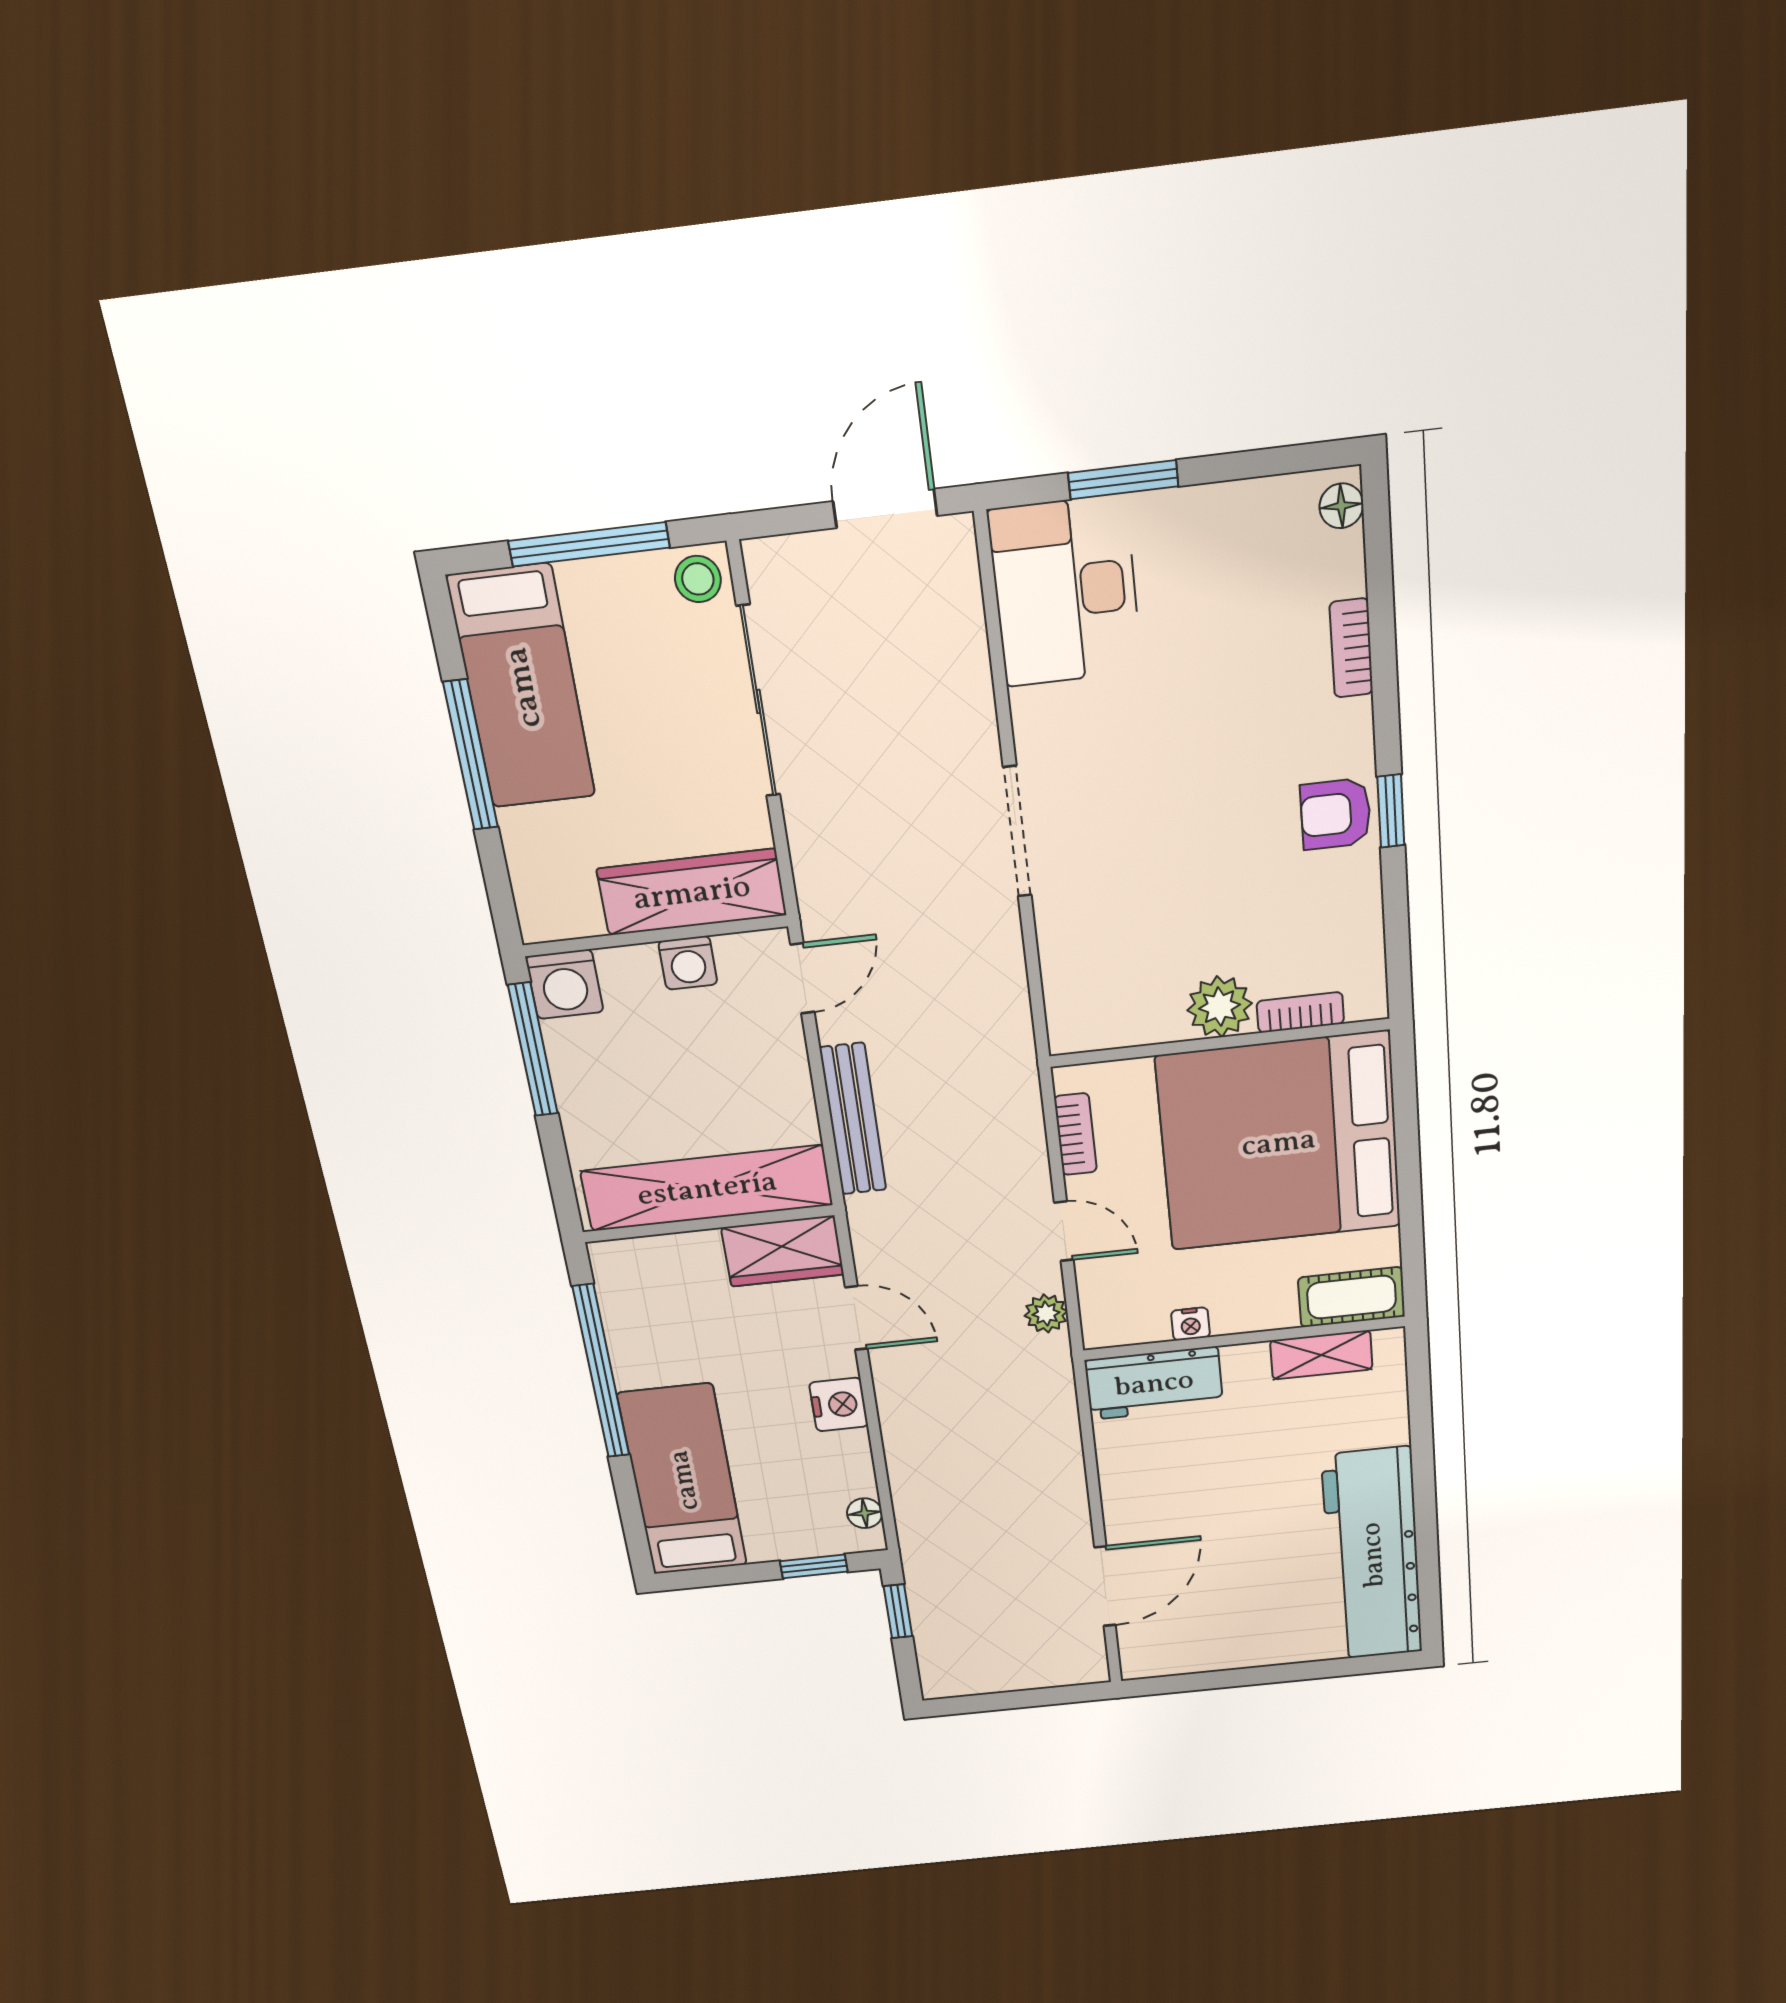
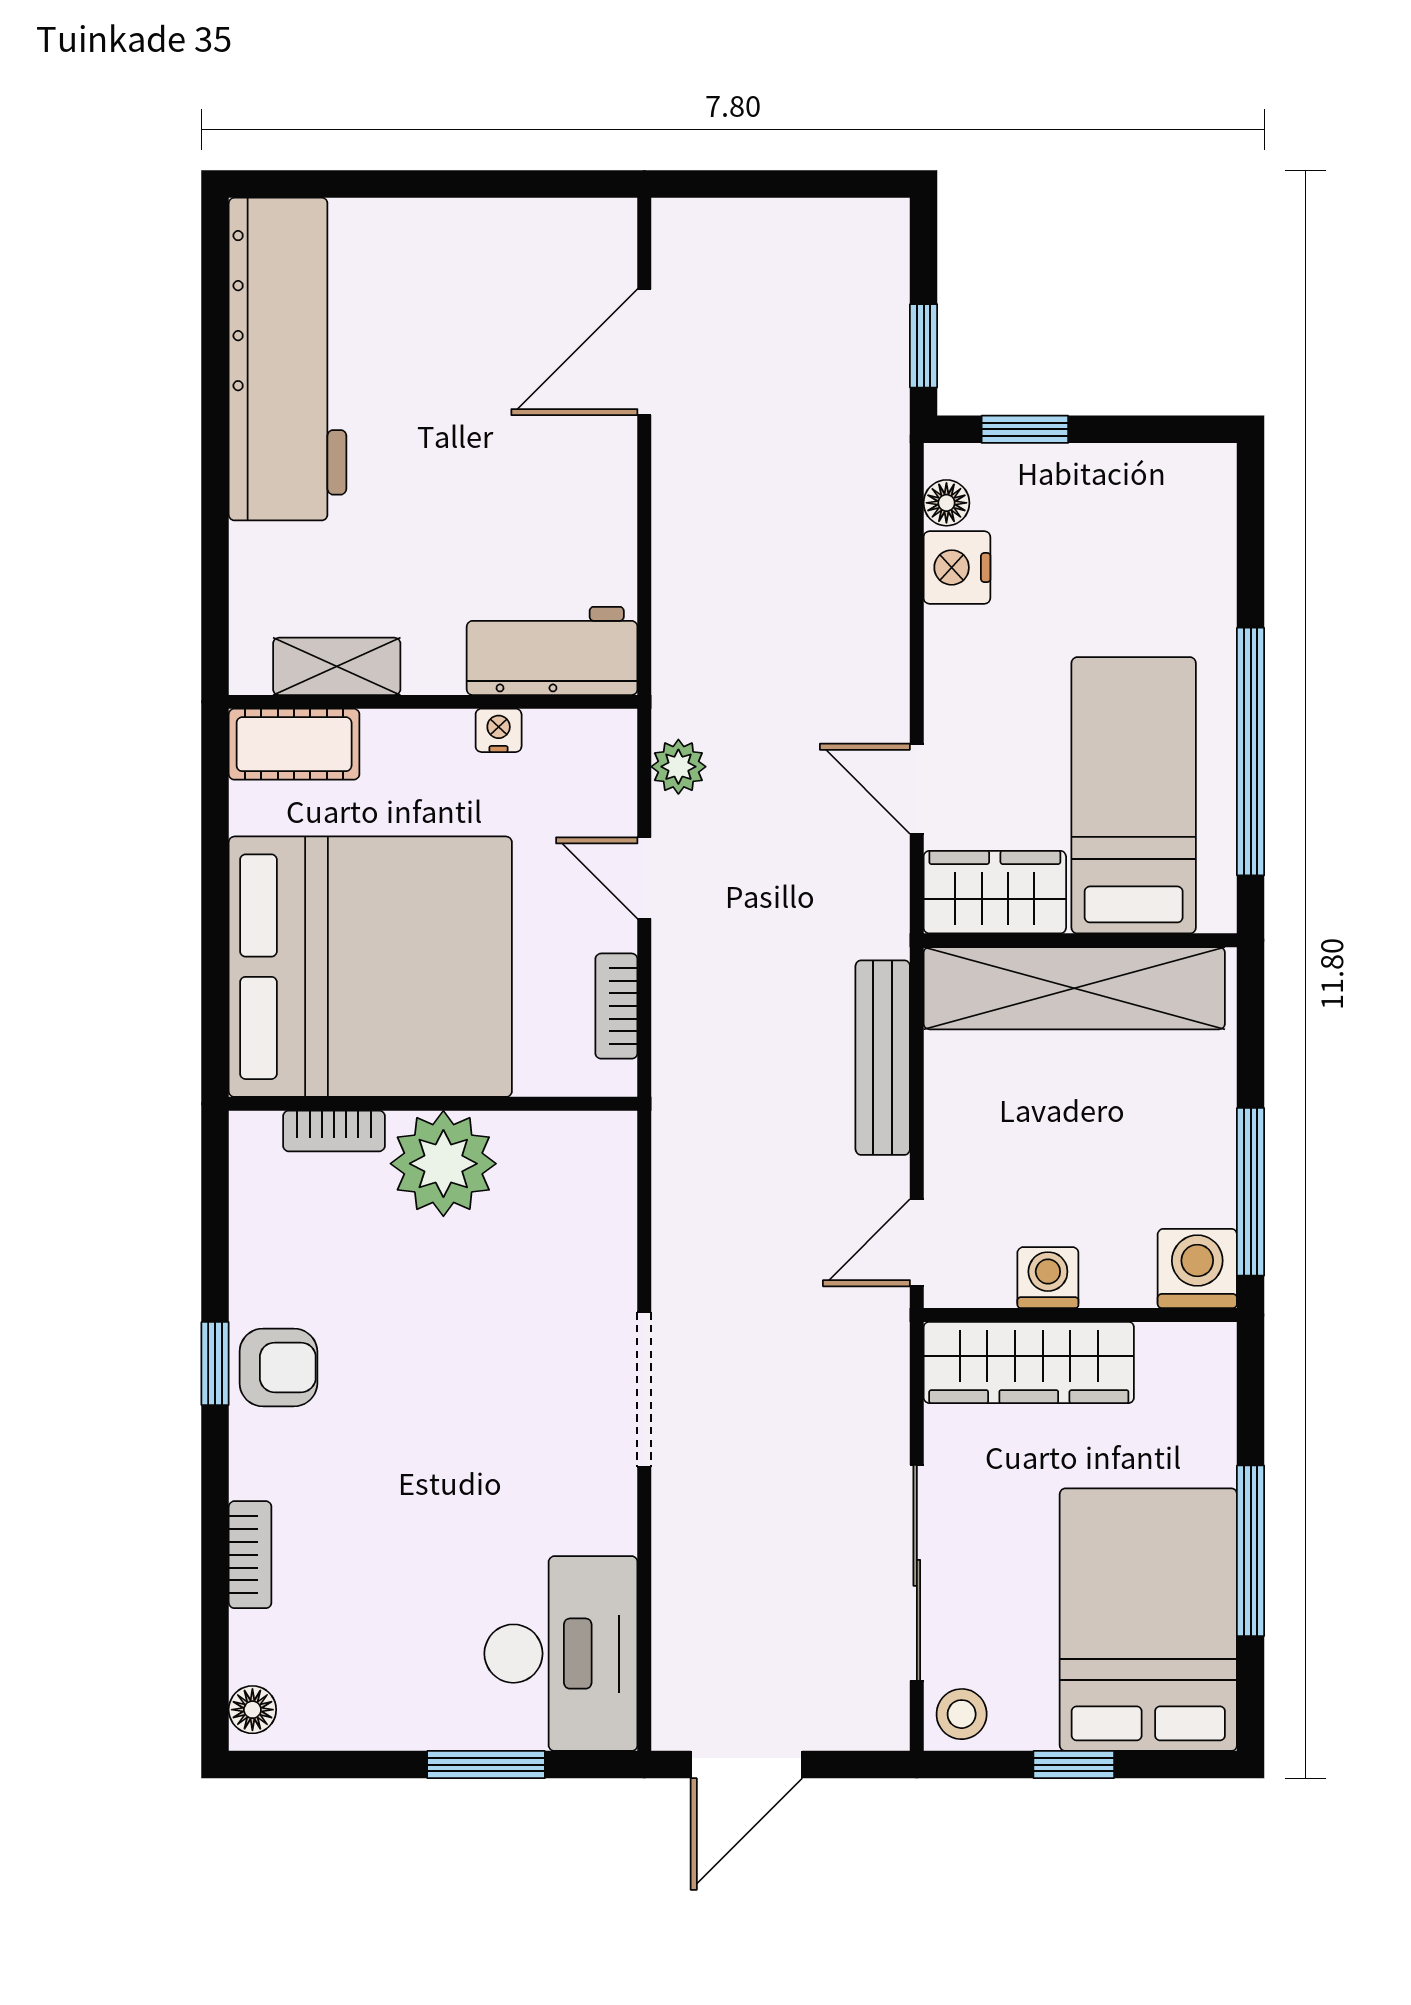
window: (589, 544) -> (1074, 1765), width x0.46
bed: (522, 687) -> (1148, 1620), width x1.50
plant: (1220, 1007) -> (443, 1164), width x1.36, depth x1.36
nightstand: (839, 1405) -> (957, 567), moved
bed: (683, 1480) -> (1134, 795), moved, turned 180

